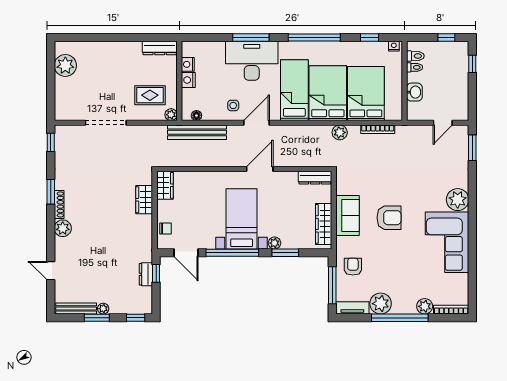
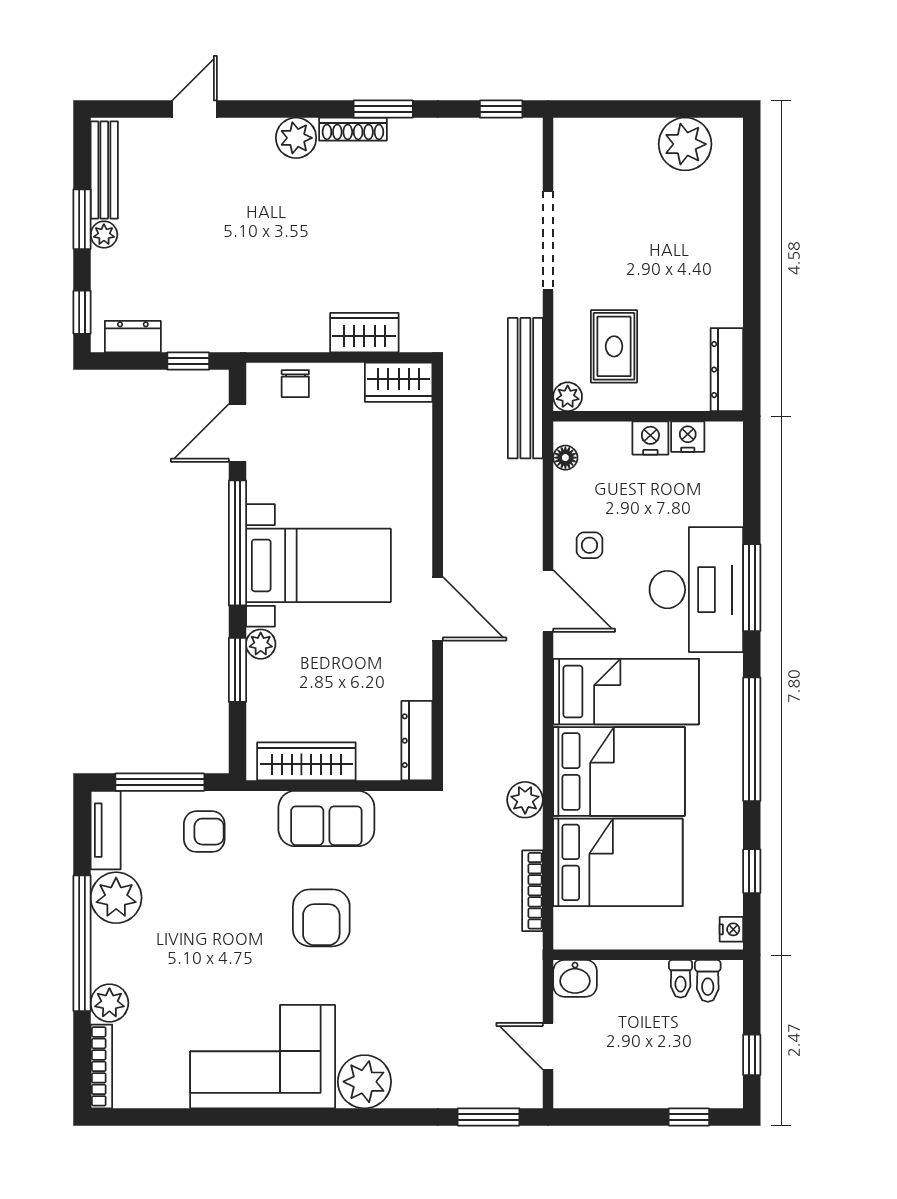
washbasin: (414, 92) -> (575, 978), moved
bench: (197, 132) -> (525, 388), moved
dresser: (146, 274) -> (133, 337), moved

